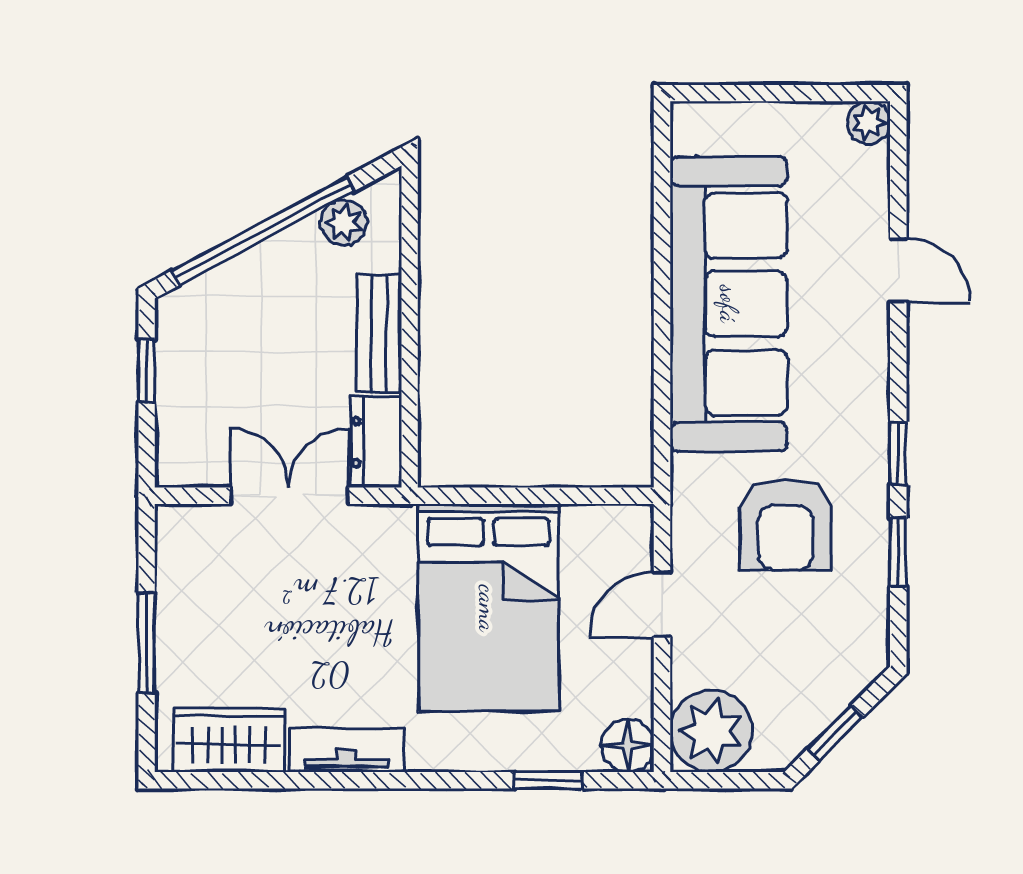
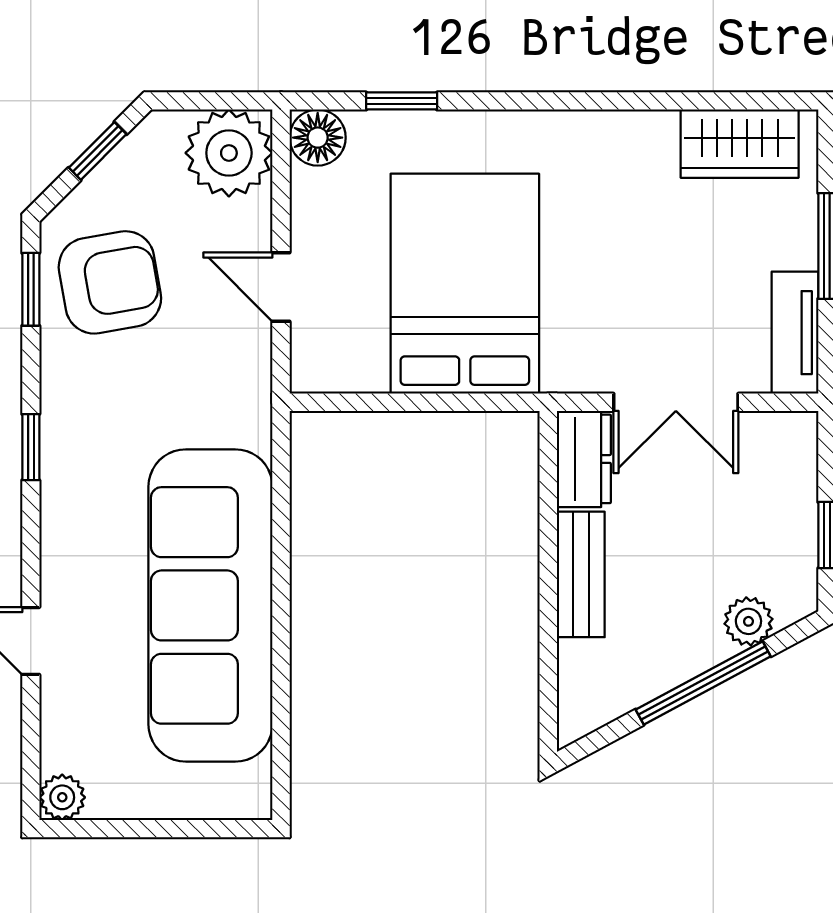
plant: (344, 223) -> (748, 621), moved
window: (263, 231) -> (703, 683), width x0.68
armchair: (785, 525) -> (110, 282), moved, turned 80
window: (898, 552) -> (31, 289), moved
door: (662, 605) -> (281, 287), swing flipped
tv unit: (347, 750) -> (795, 333), moved, turned 90

